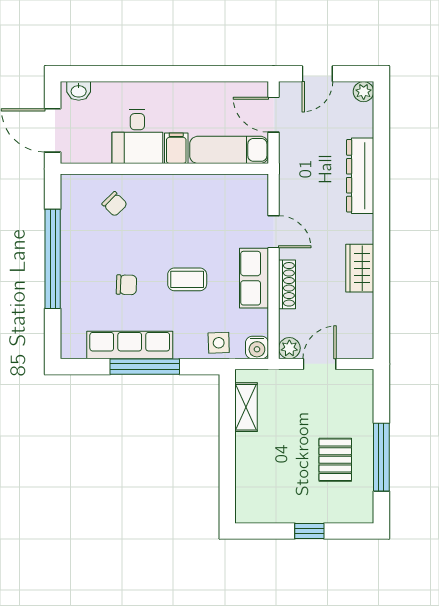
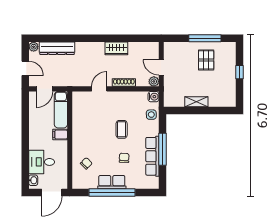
desk: (137, 136) -> (42, 162), moved, turned 180
dresser: (360, 176) -> (57, 48), moved
row of seats: (254, 278) -> (112, 182), moved, turned 180
shelving: (246, 407) -> (196, 102), moved
pallet: (335, 460) -> (206, 60), turned 90

